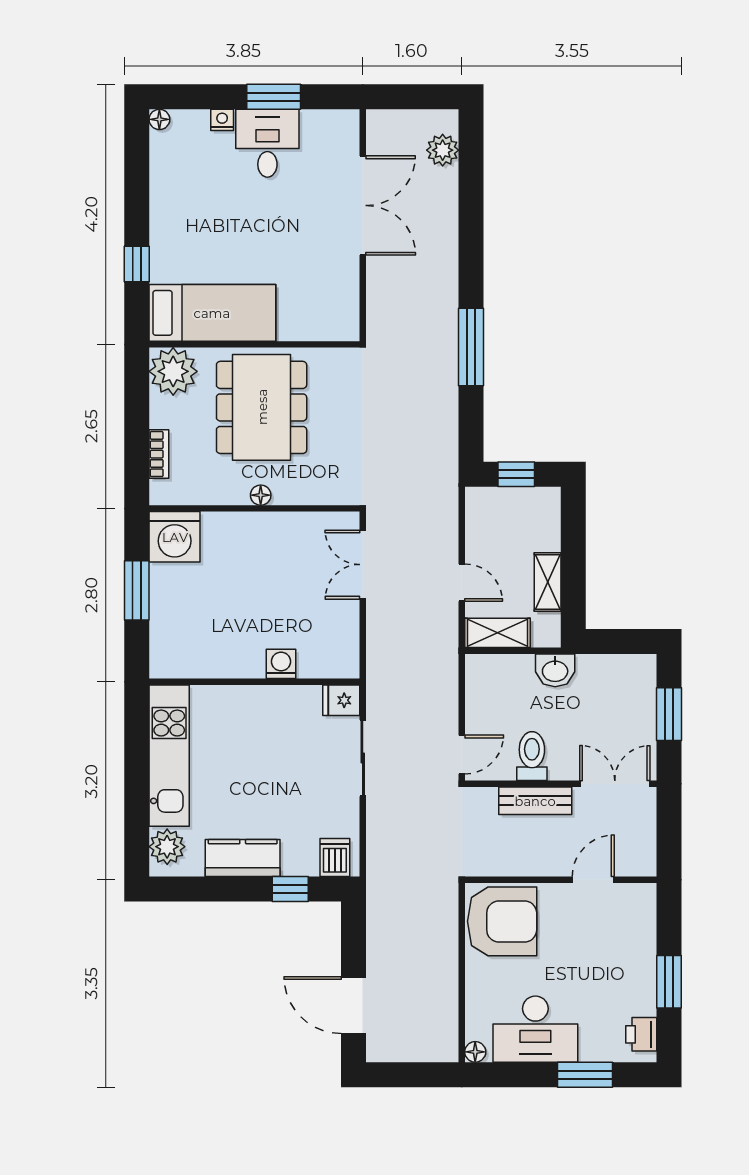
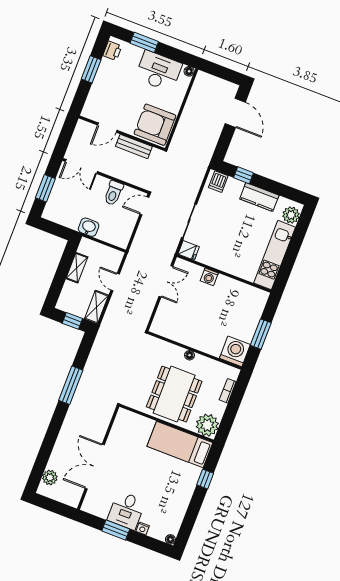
double door: (363, 565) -> (166, 281), moved
shelving: (498, 633) -> (96, 307), moved, turned 90
bench: (535, 801) -> (134, 146), moved

